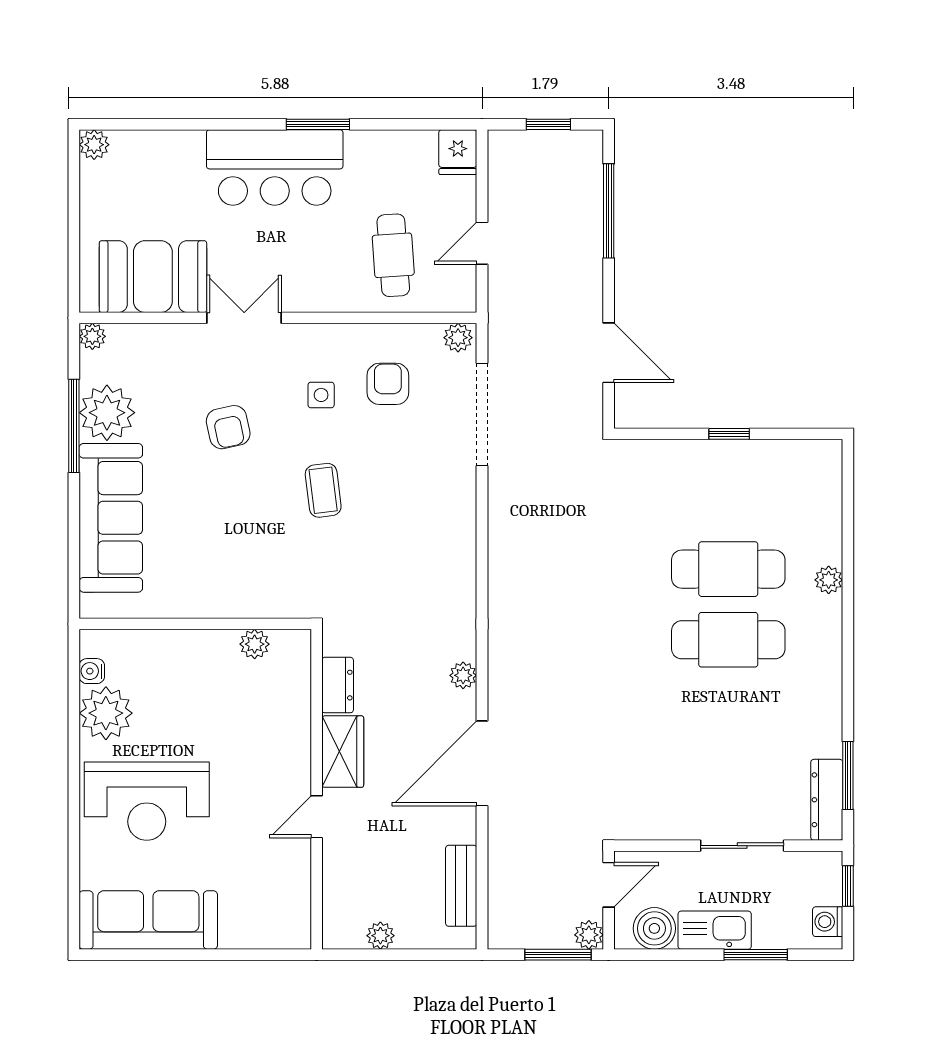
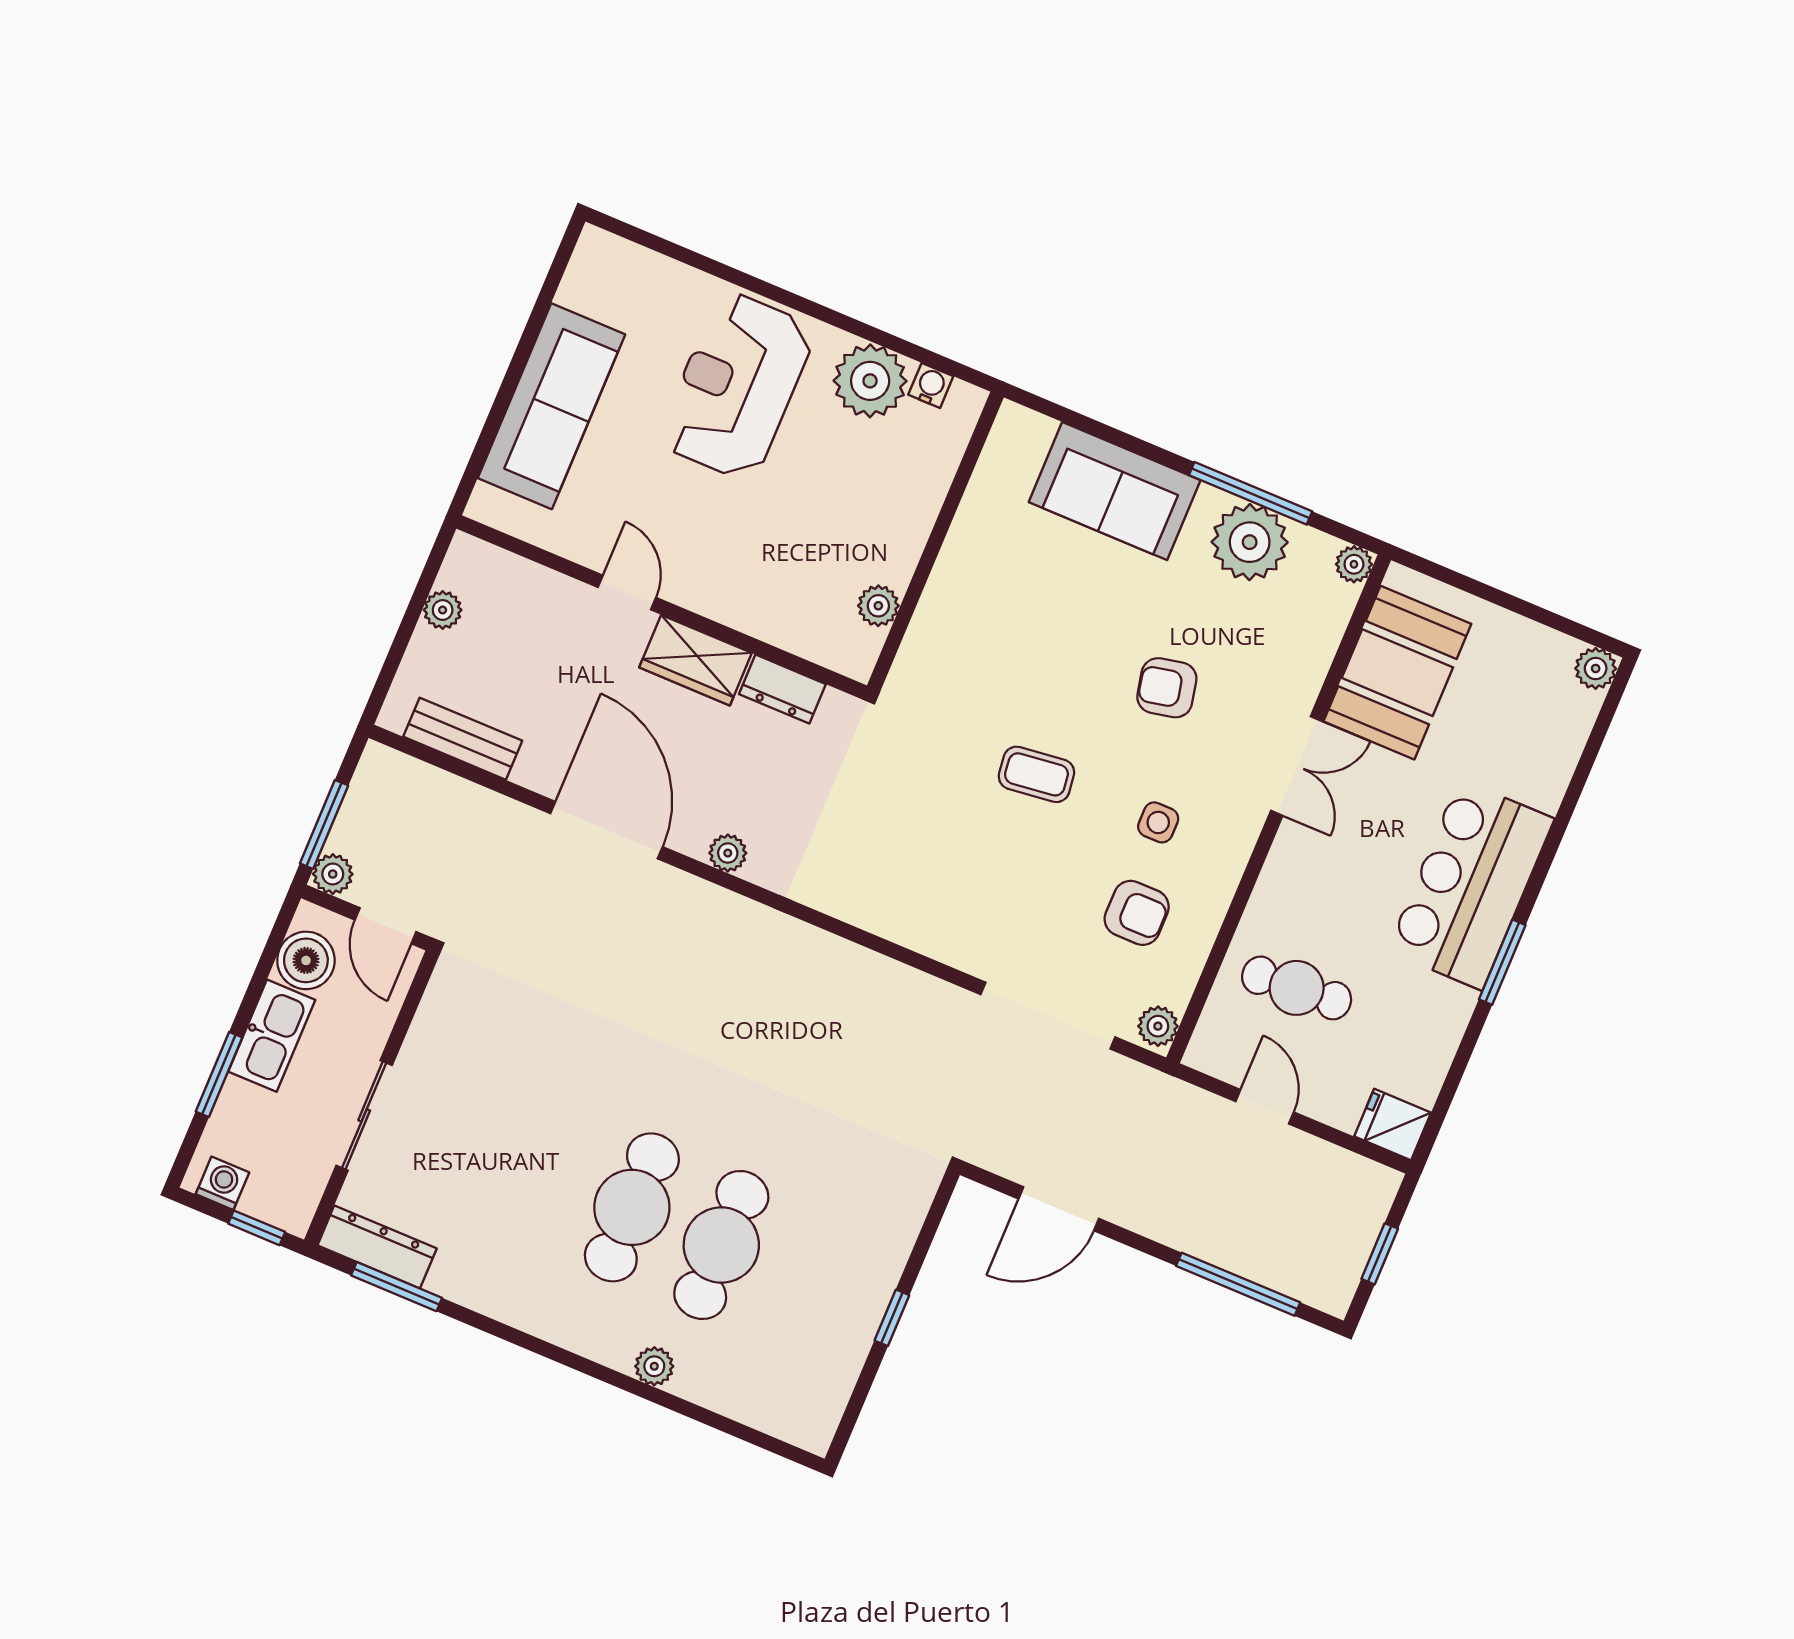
sofa: (111, 518) -> (1115, 491), width x0.73
sofa: (148, 920) -> (551, 406), moved

